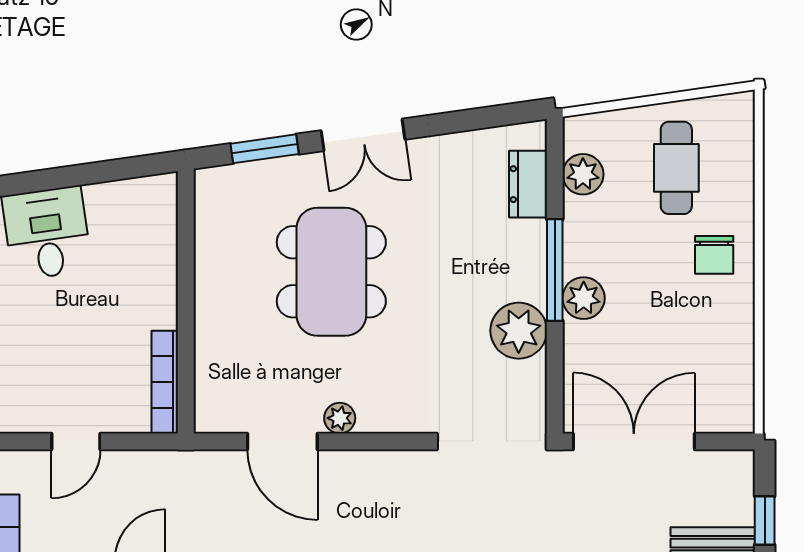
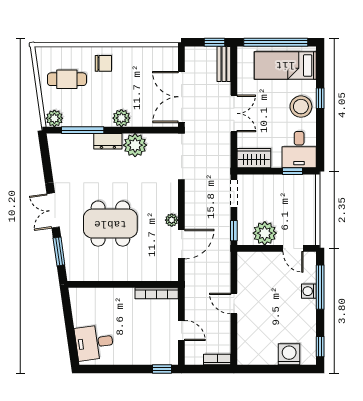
double door: (363, 135) -> (53, 210), swing flipped
plant: (583, 174) -> (54, 118), moved
dresser: (528, 184) -> (108, 141), moved
window: (555, 270) -> (83, 130), moved

